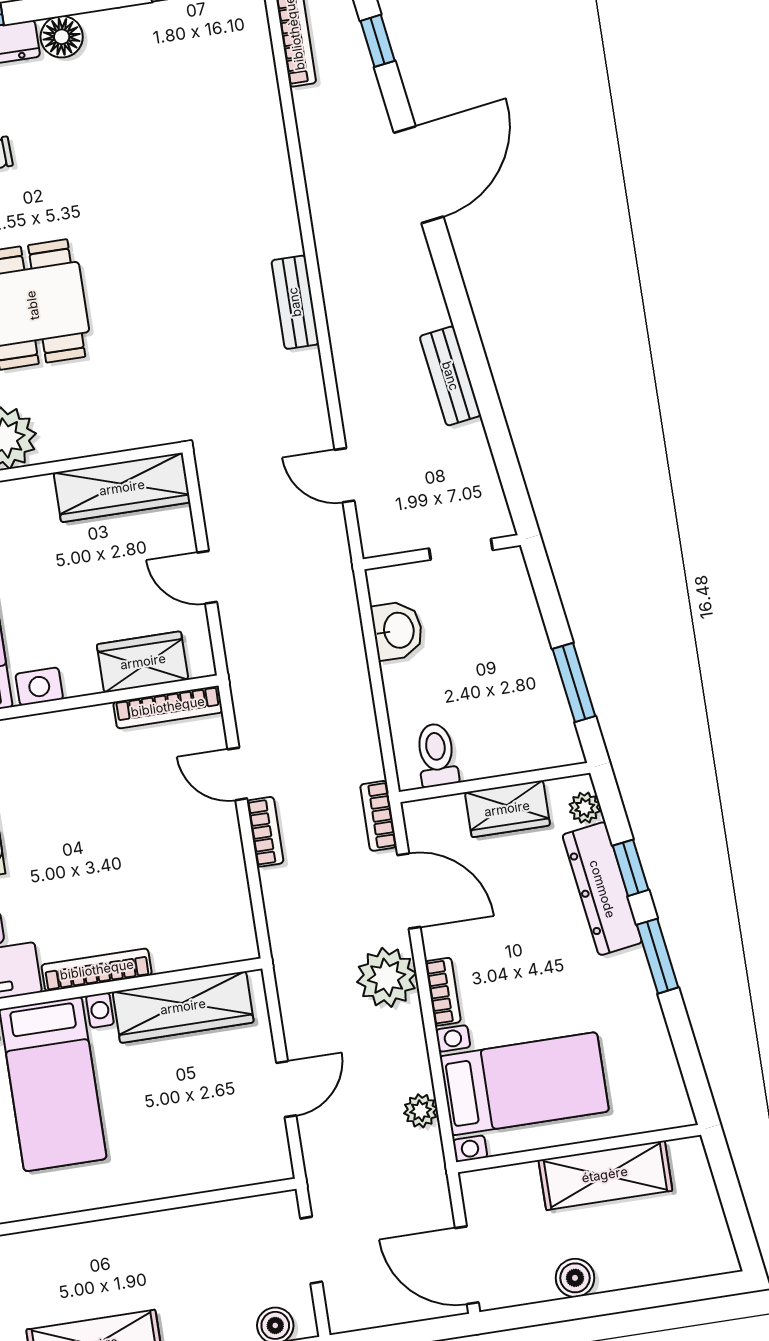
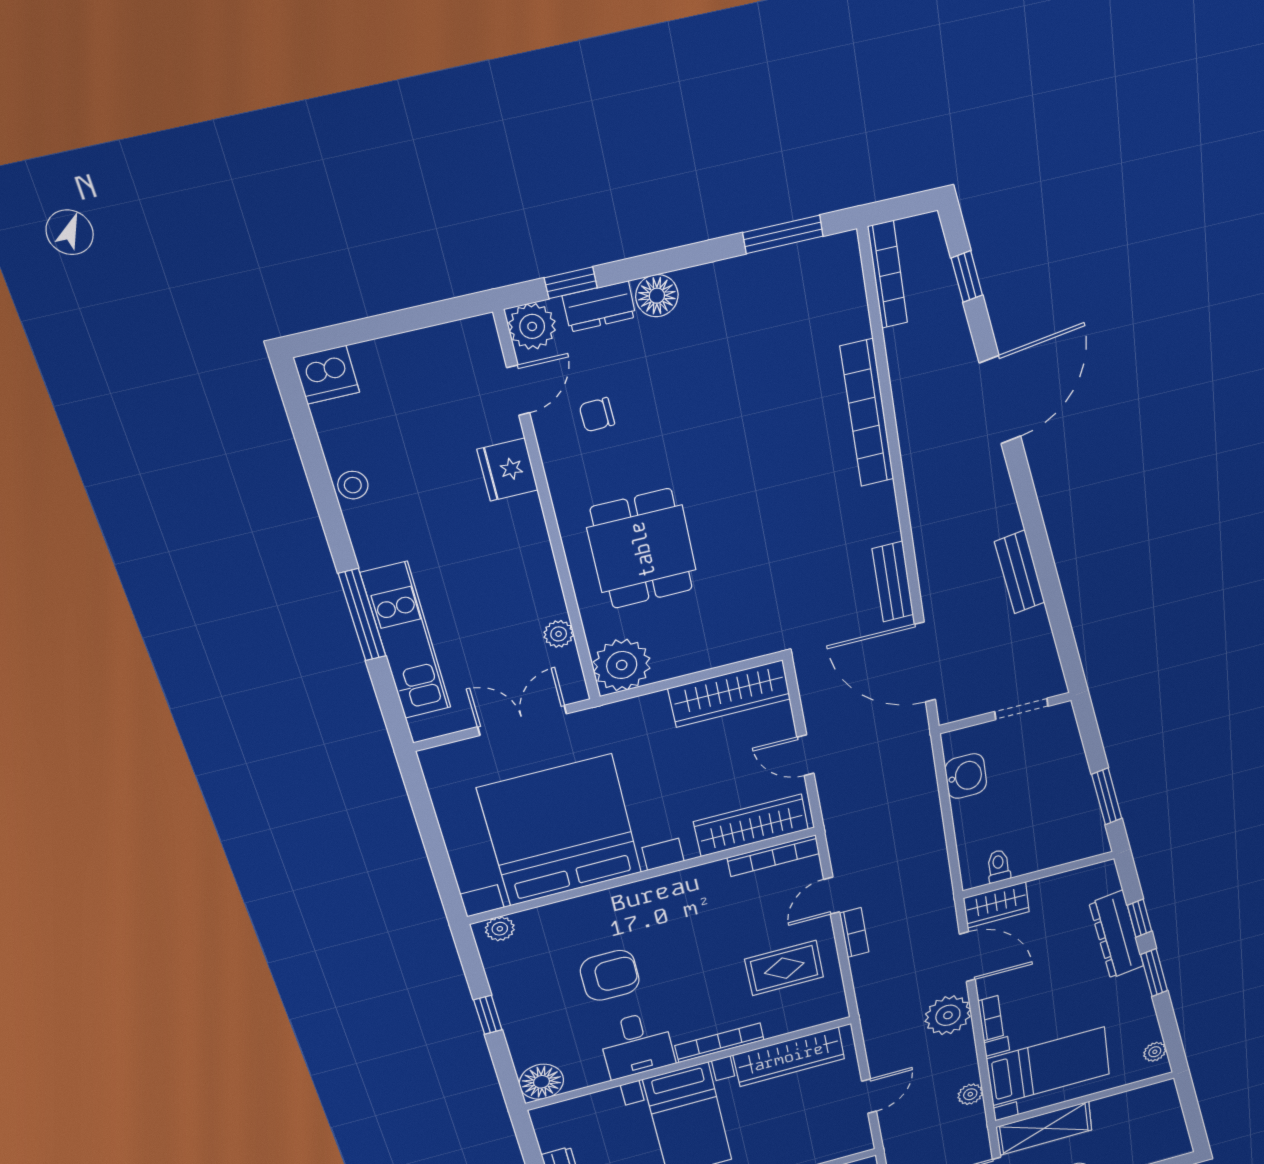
bench: (295, 302) -> (893, 582), moved
door: (345, 475) -> (925, 662), width x1.88
wardrobe: (143, 662) -> (751, 825), width x1.50
toilet: (437, 755) -> (999, 866), width x0.73, depth x0.72
door: (237, 774) -> (832, 896), hinge flipped
plant: (585, 808) -> (1155, 1052), moved
wardrobe: (507, 809) -> (996, 905), moved
bookcase: (378, 816) -> (867, 414), moved, width x2.31, depth x1.31
rug: (179, 870) -> (784, 968), added
shelving: (605, 1175) -> (1044, 1128), moved

